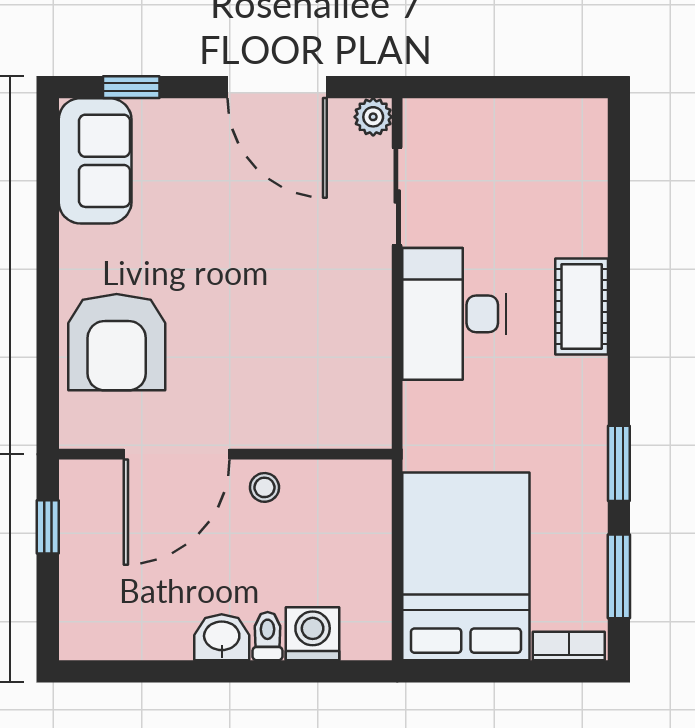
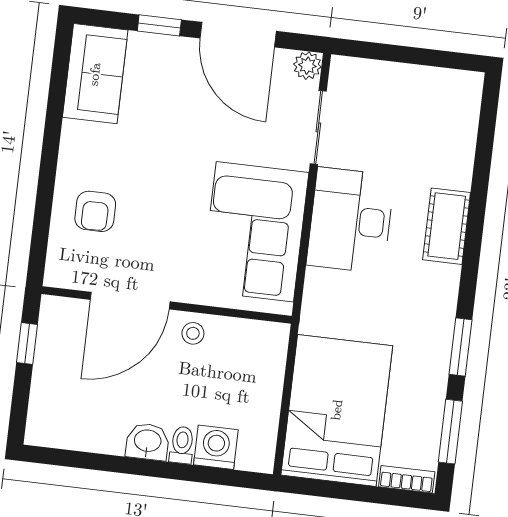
window: (131, 87) -> (159, 25), moved
armchair: (117, 342) -> (95, 211), width x0.53, depth x0.53
corner sofa: (330, 344) -> (255, 232), added

